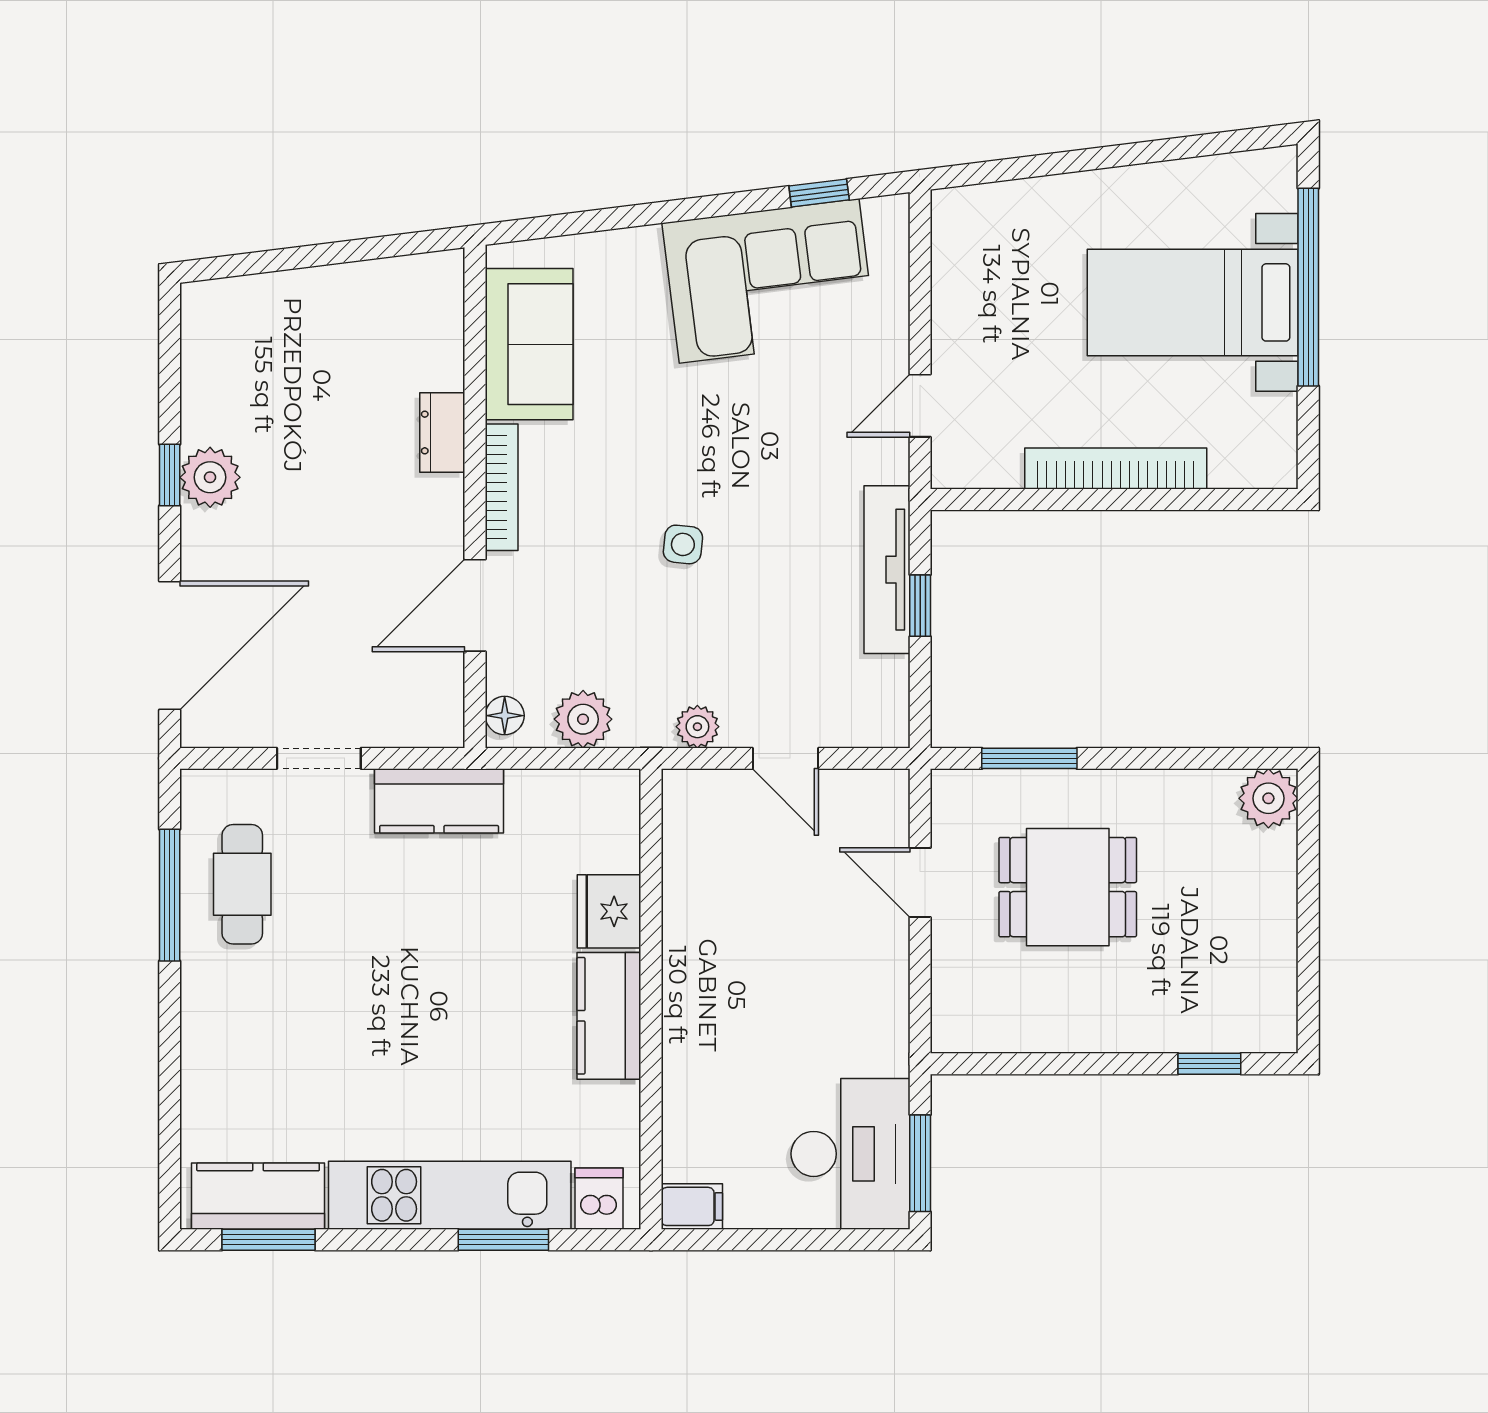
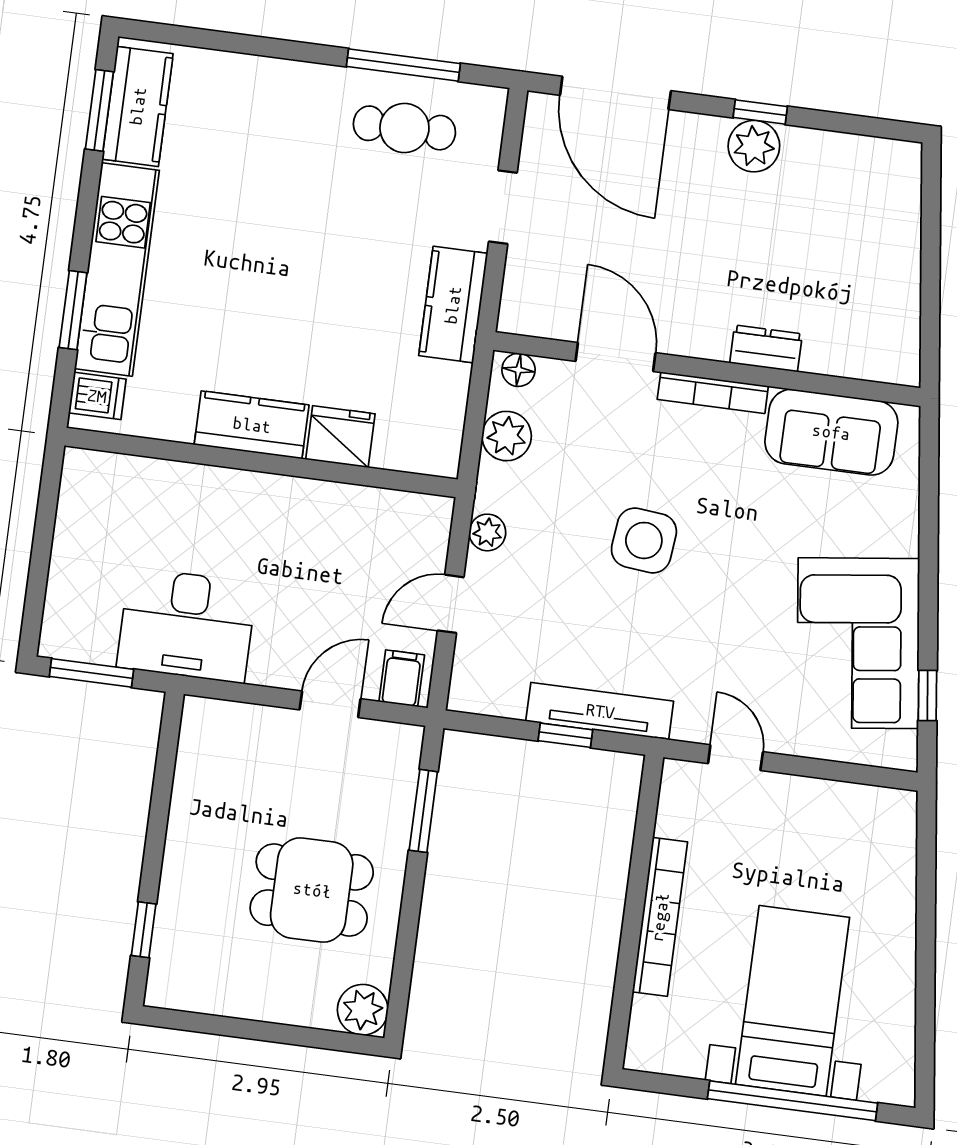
side table: (683, 544) -> (644, 540), width x1.87, depth x1.87
dining table: (1068, 887) -> (312, 890), moved, turned 90
desk: (850, 1154) -> (187, 625), moved
filing cabinet: (692, 1206) -> (402, 678), moved, turned 180

